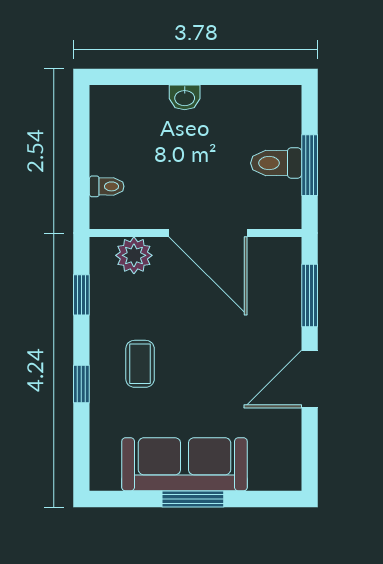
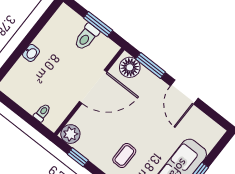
plant: (134, 255) -> (70, 134), moved
floor lamp: (282, 266) -> (130, 67), added
coffee table: (140, 364) -> (124, 156), turned 90

